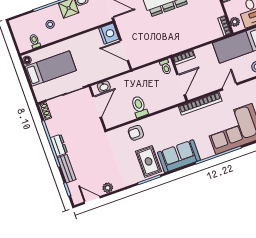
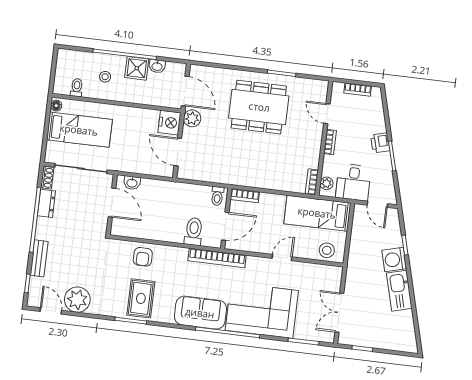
plant: (123, 23) -> (192, 118), added
bookcase: (200, 104) -> (217, 258), moved
door: (97, 107) -> (112, 203), hinge flipped
toilet: (139, 107) -> (194, 231), moved
armchair: (136, 133) -> (143, 257), turned -90
dresser: (59, 145) -> (46, 203), moved
sofa: (179, 156) -> (200, 313), moved
plant: (108, 188) -> (77, 300), width x1.88, depth x1.88

